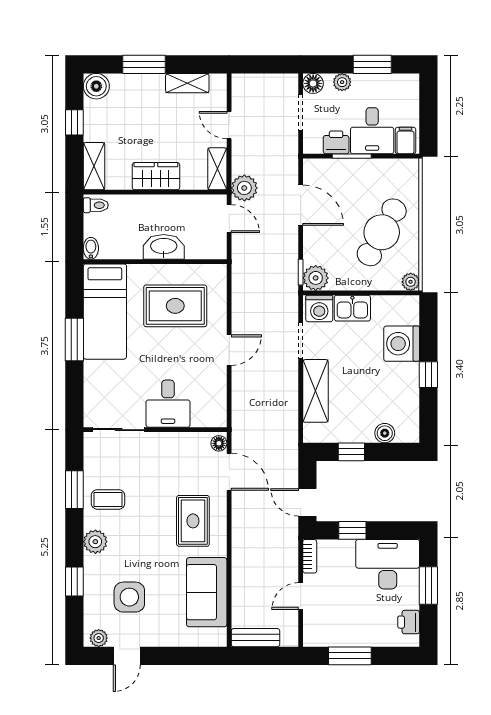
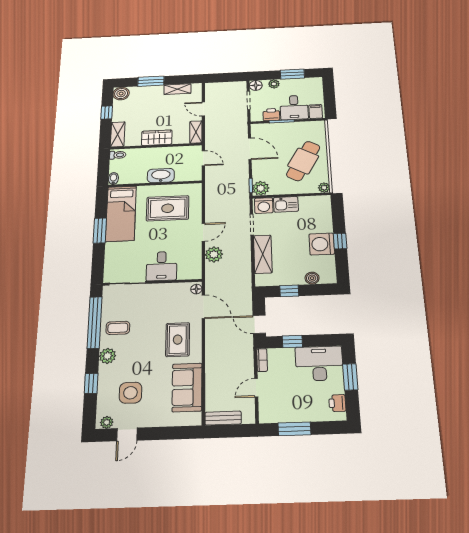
plant: (244, 188) -> (214, 254), moved
washing machine: (402, 344) -> (322, 244), moved
window: (74, 490) -> (95, 322), width x2.11

